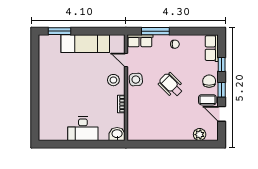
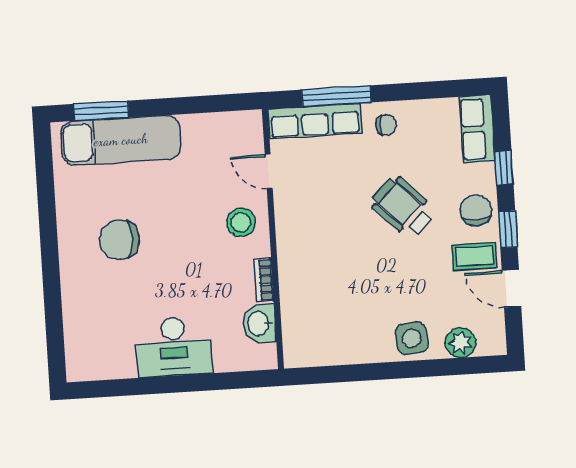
row of seats: (140, 41) -> (315, 121), width x1.48
exam couch: (85, 44) -> (121, 140), moved
side table: (136, 80) -> (412, 338), moved
chair: (64, 84) -> (119, 240), added
wheelchair: (171, 85) -> (403, 207), moved
washbasin: (117, 134) -> (259, 323), moved, turned -90

